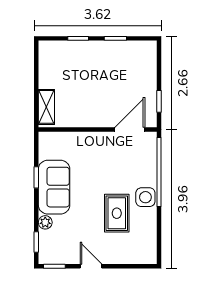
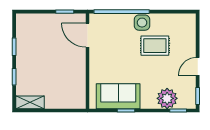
shelving: (46, 107) -> (30, 102), moved
sofa: (54, 187) -> (118, 96), moved
plant: (45, 222) -> (167, 98), width x1.88, depth x1.88

